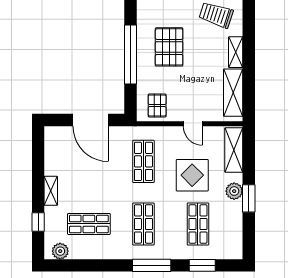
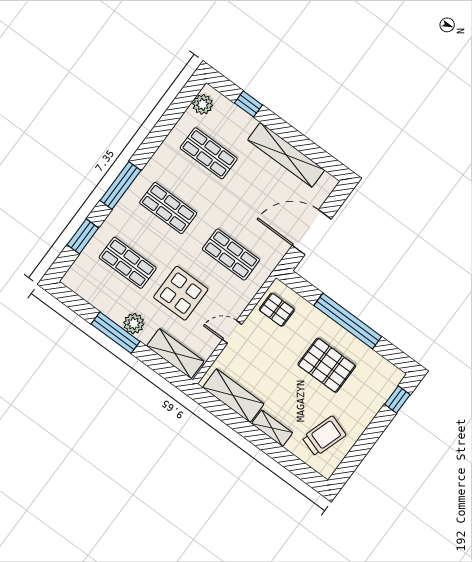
shelving: (51, 191) -> (286, 155), width x2.20, depth x1.33
window: (249, 198) -> (116, 333), width x1.44
shop shelf: (89, 224) -> (209, 153), turned 90

